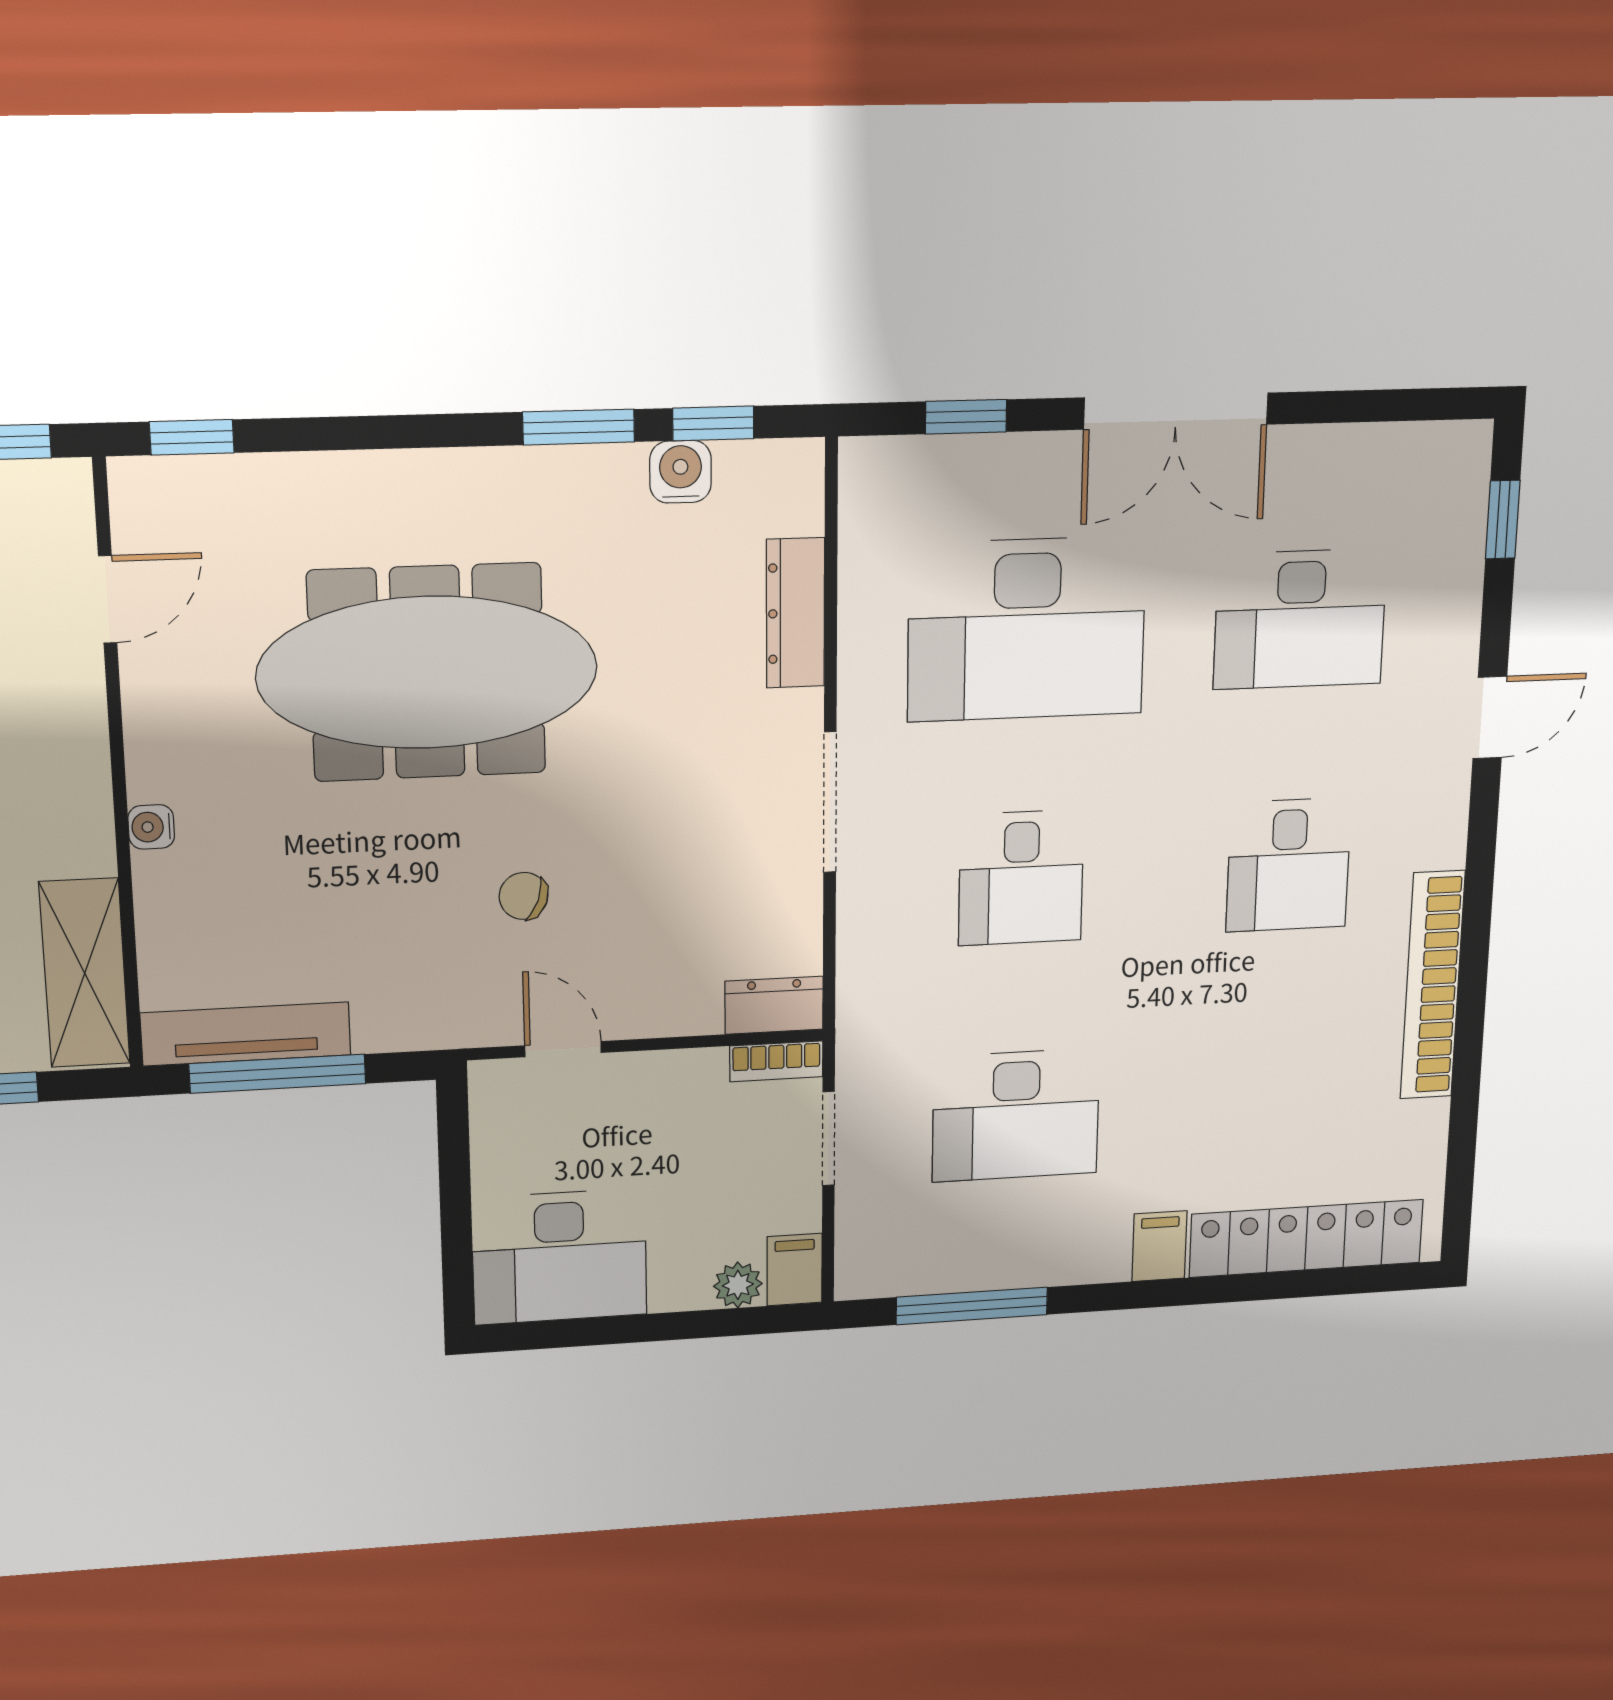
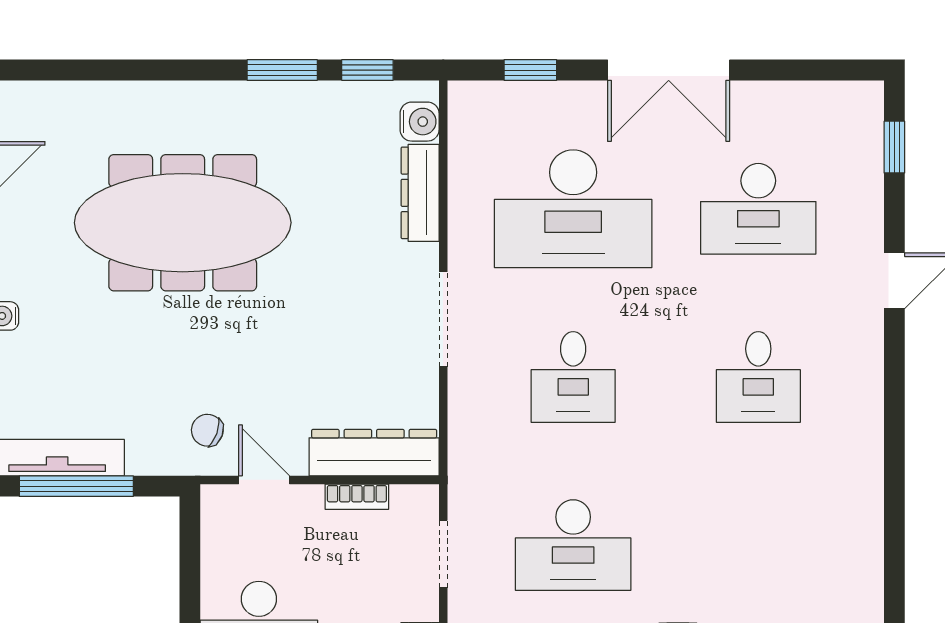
window: (192, 437) -> (43, 70), removed
water cooler: (681, 472) -> (420, 122), moved, turned 90
chair: (524, 896) -> (207, 430), moved
bookcase: (1432, 985) -> (866, 468), removed
dresser: (774, 1005) -> (374, 453), width x1.96, depth x1.24
bookcase: (776, 1061) -> (357, 497), moved

